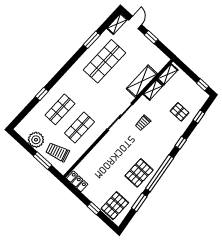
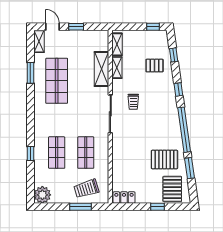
plant: (36, 140) -> (42, 195), moved
pallet: (139, 173) -> (164, 160), moved, turned 90

